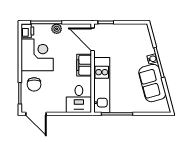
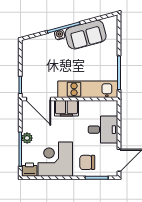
door: (93, 39) -> (39, 99), hinge flipped
chair: (34, 84) -> (87, 162), turned 180
desk: (79, 99) -> (103, 130), moved

